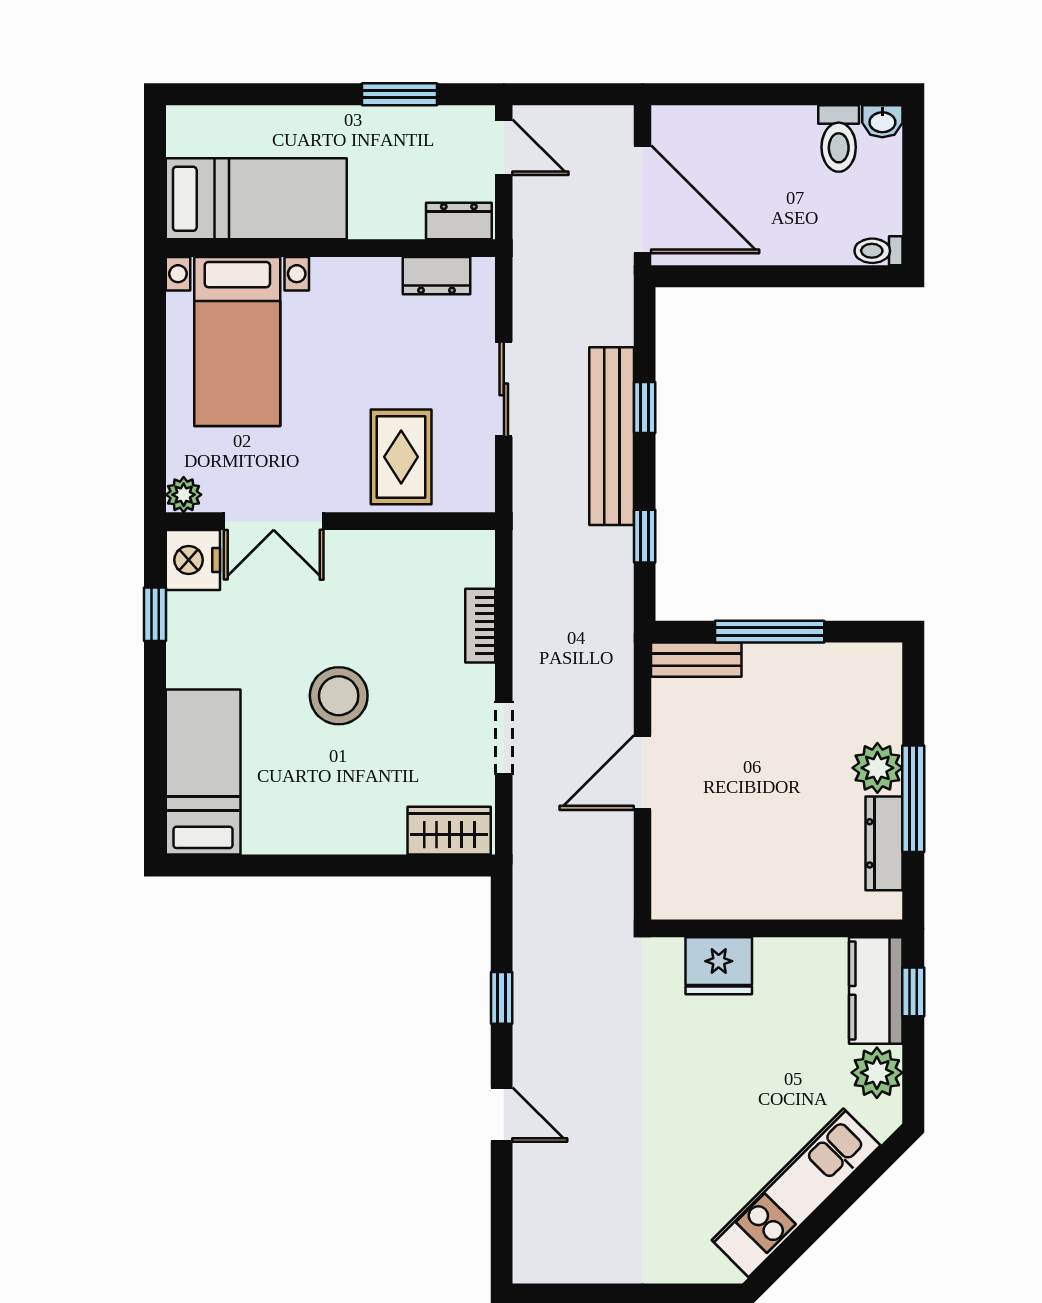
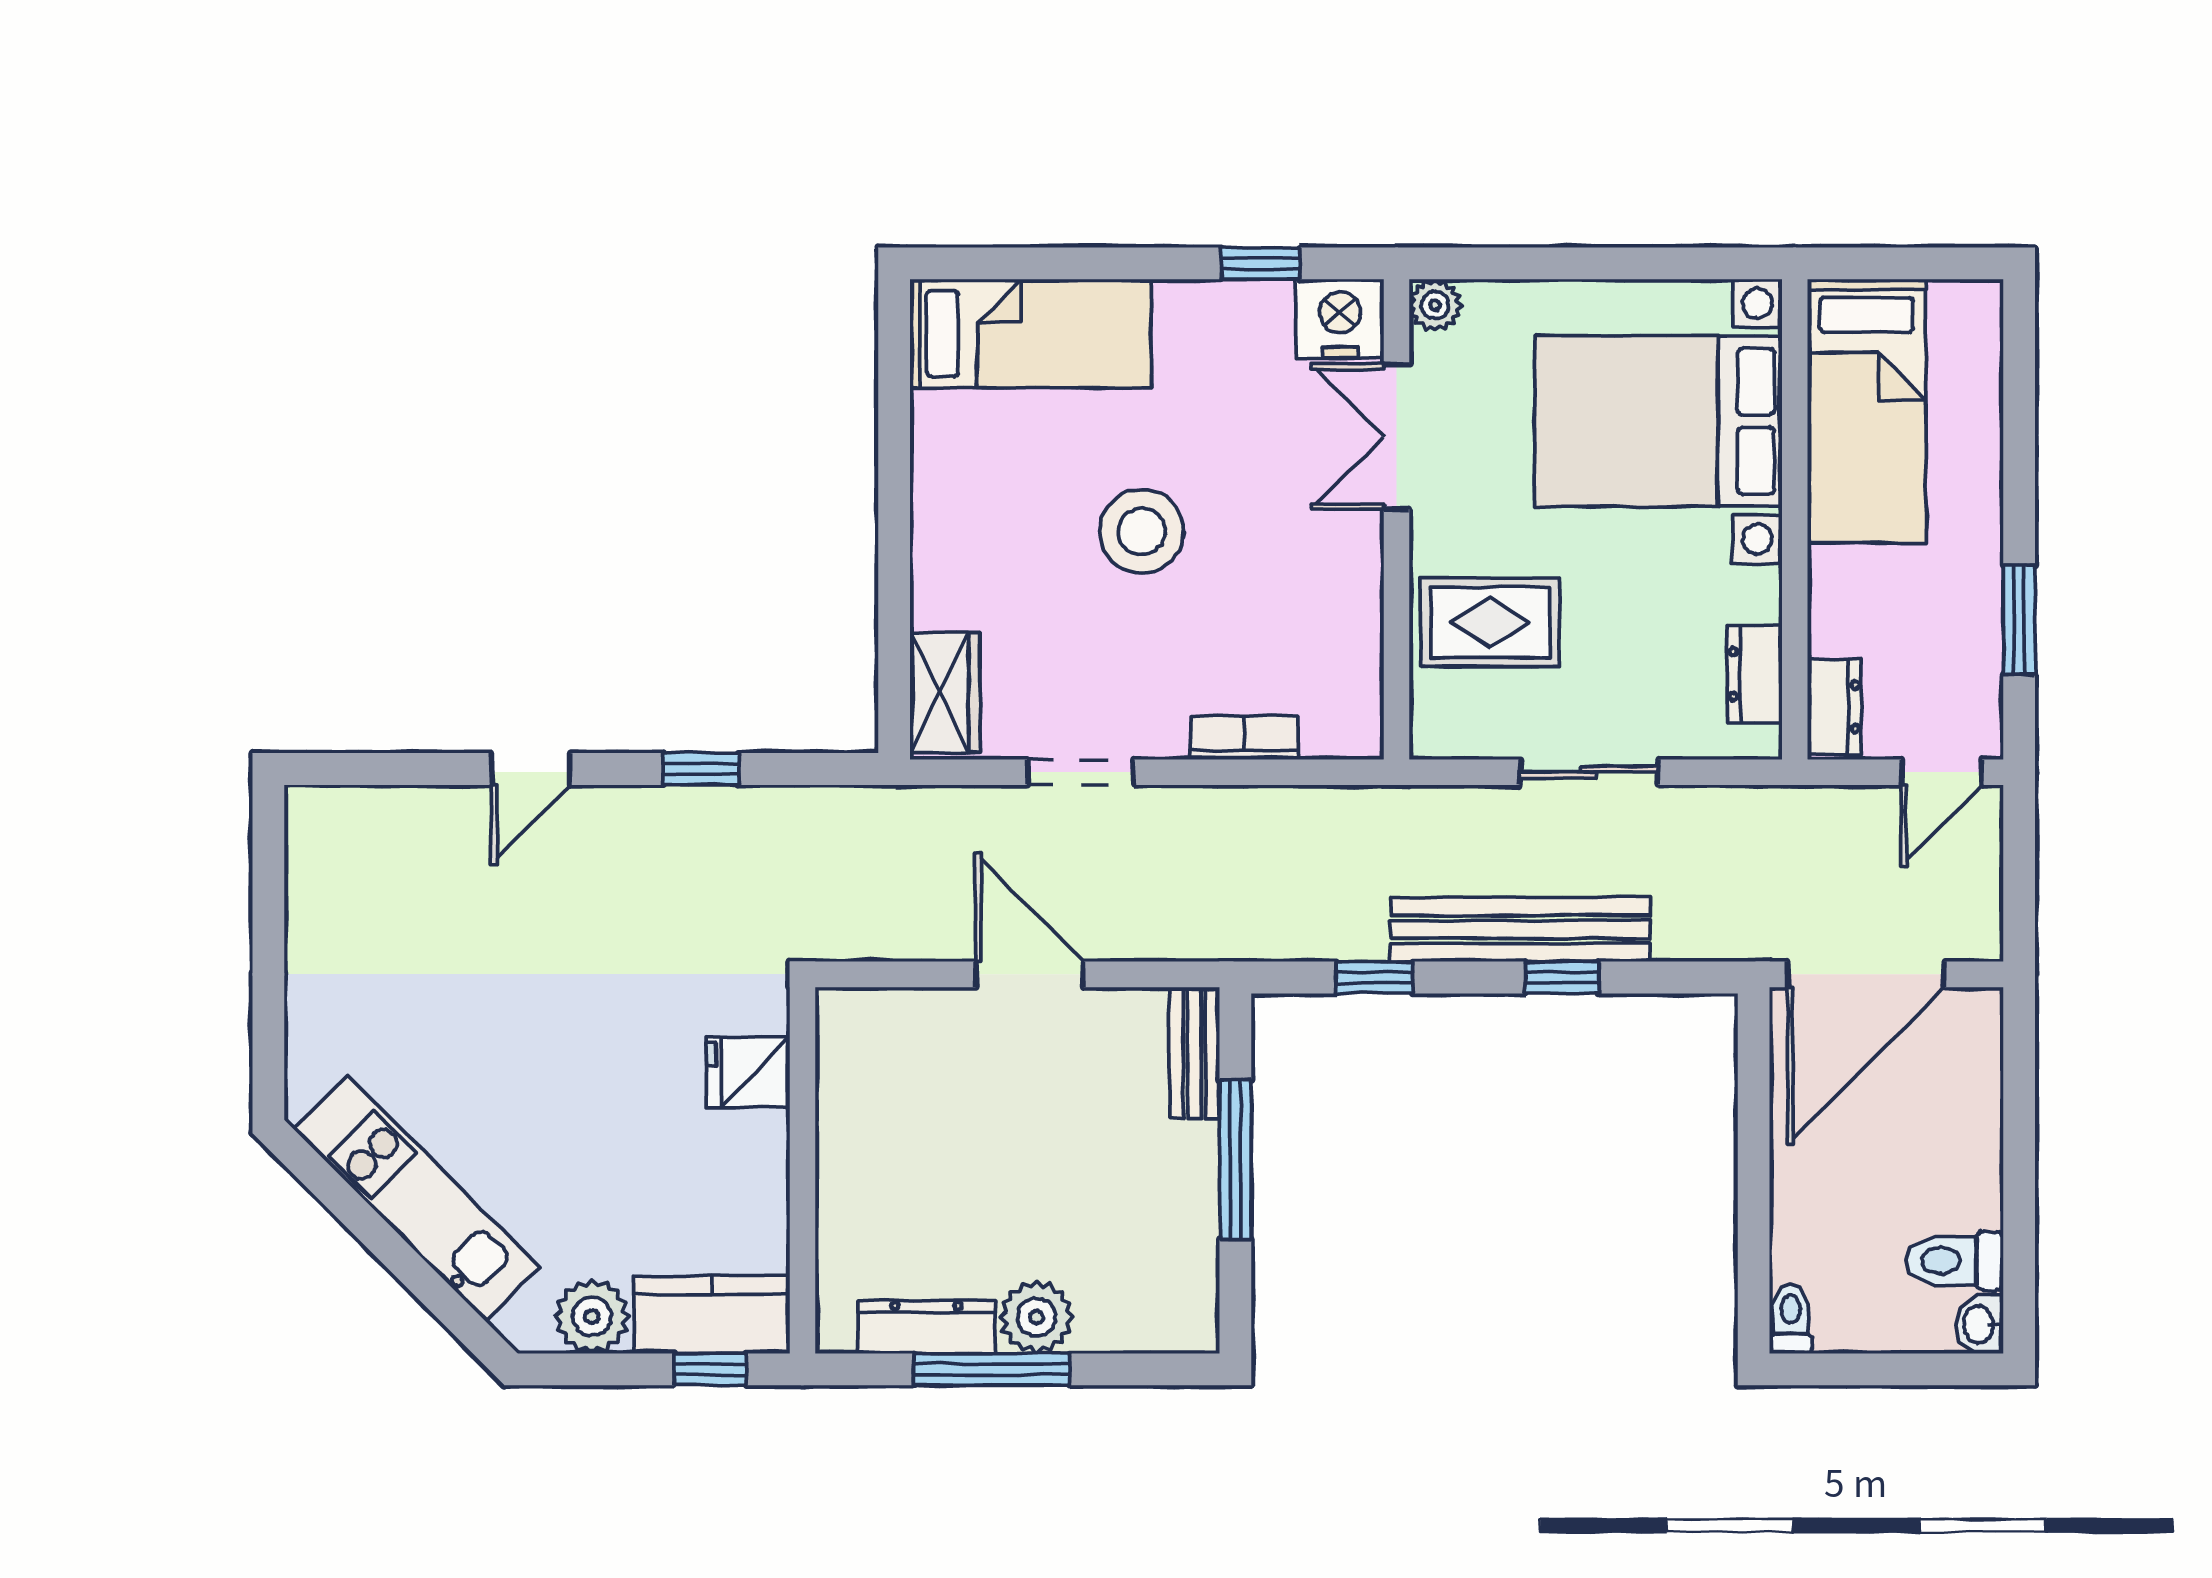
bed with nightstands: (237, 341) -> (1659, 421), width x1.36
fridge: (719, 966) -> (748, 1072), width x0.72

